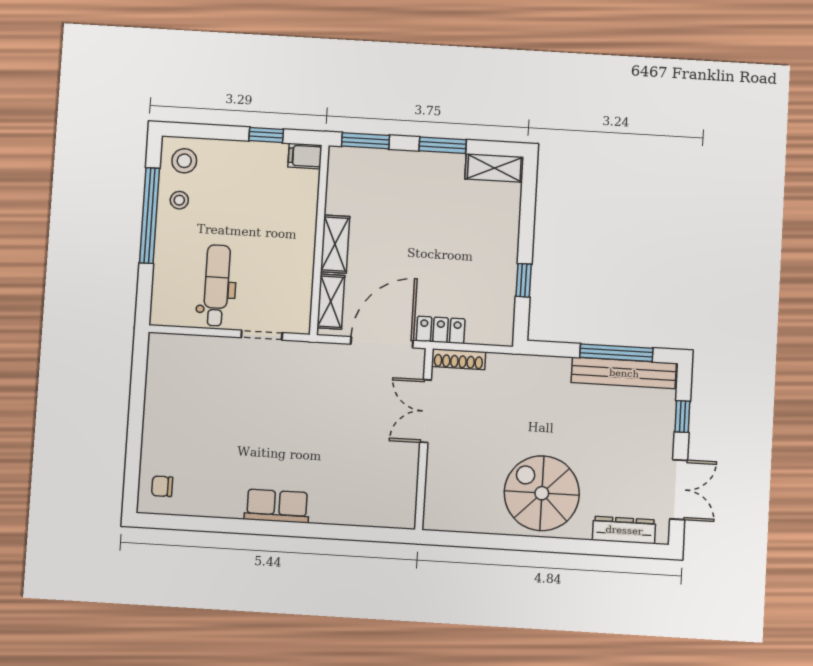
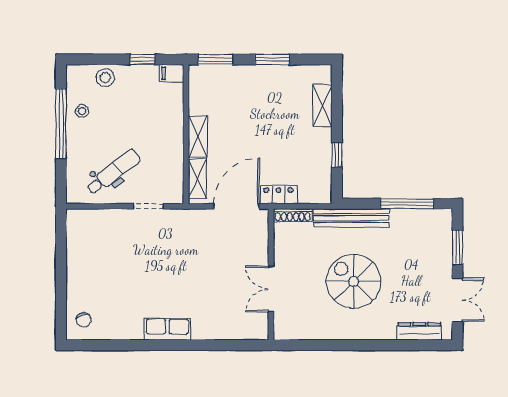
stool: (184, 161) -> (105, 78), moved
shelving: (494, 168) -> (322, 106), moved, turned 90
dental chair: (217, 285) -> (113, 172), turned 52
bench: (624, 373) -> (351, 218), moved
double door: (426, 411) -> (271, 289), moved
window: (682, 416) -> (457, 247), width x1.50
chair: (162, 486) -> (83, 320), turned -105
spiral stairs: (542, 493) -> (354, 281), moved

